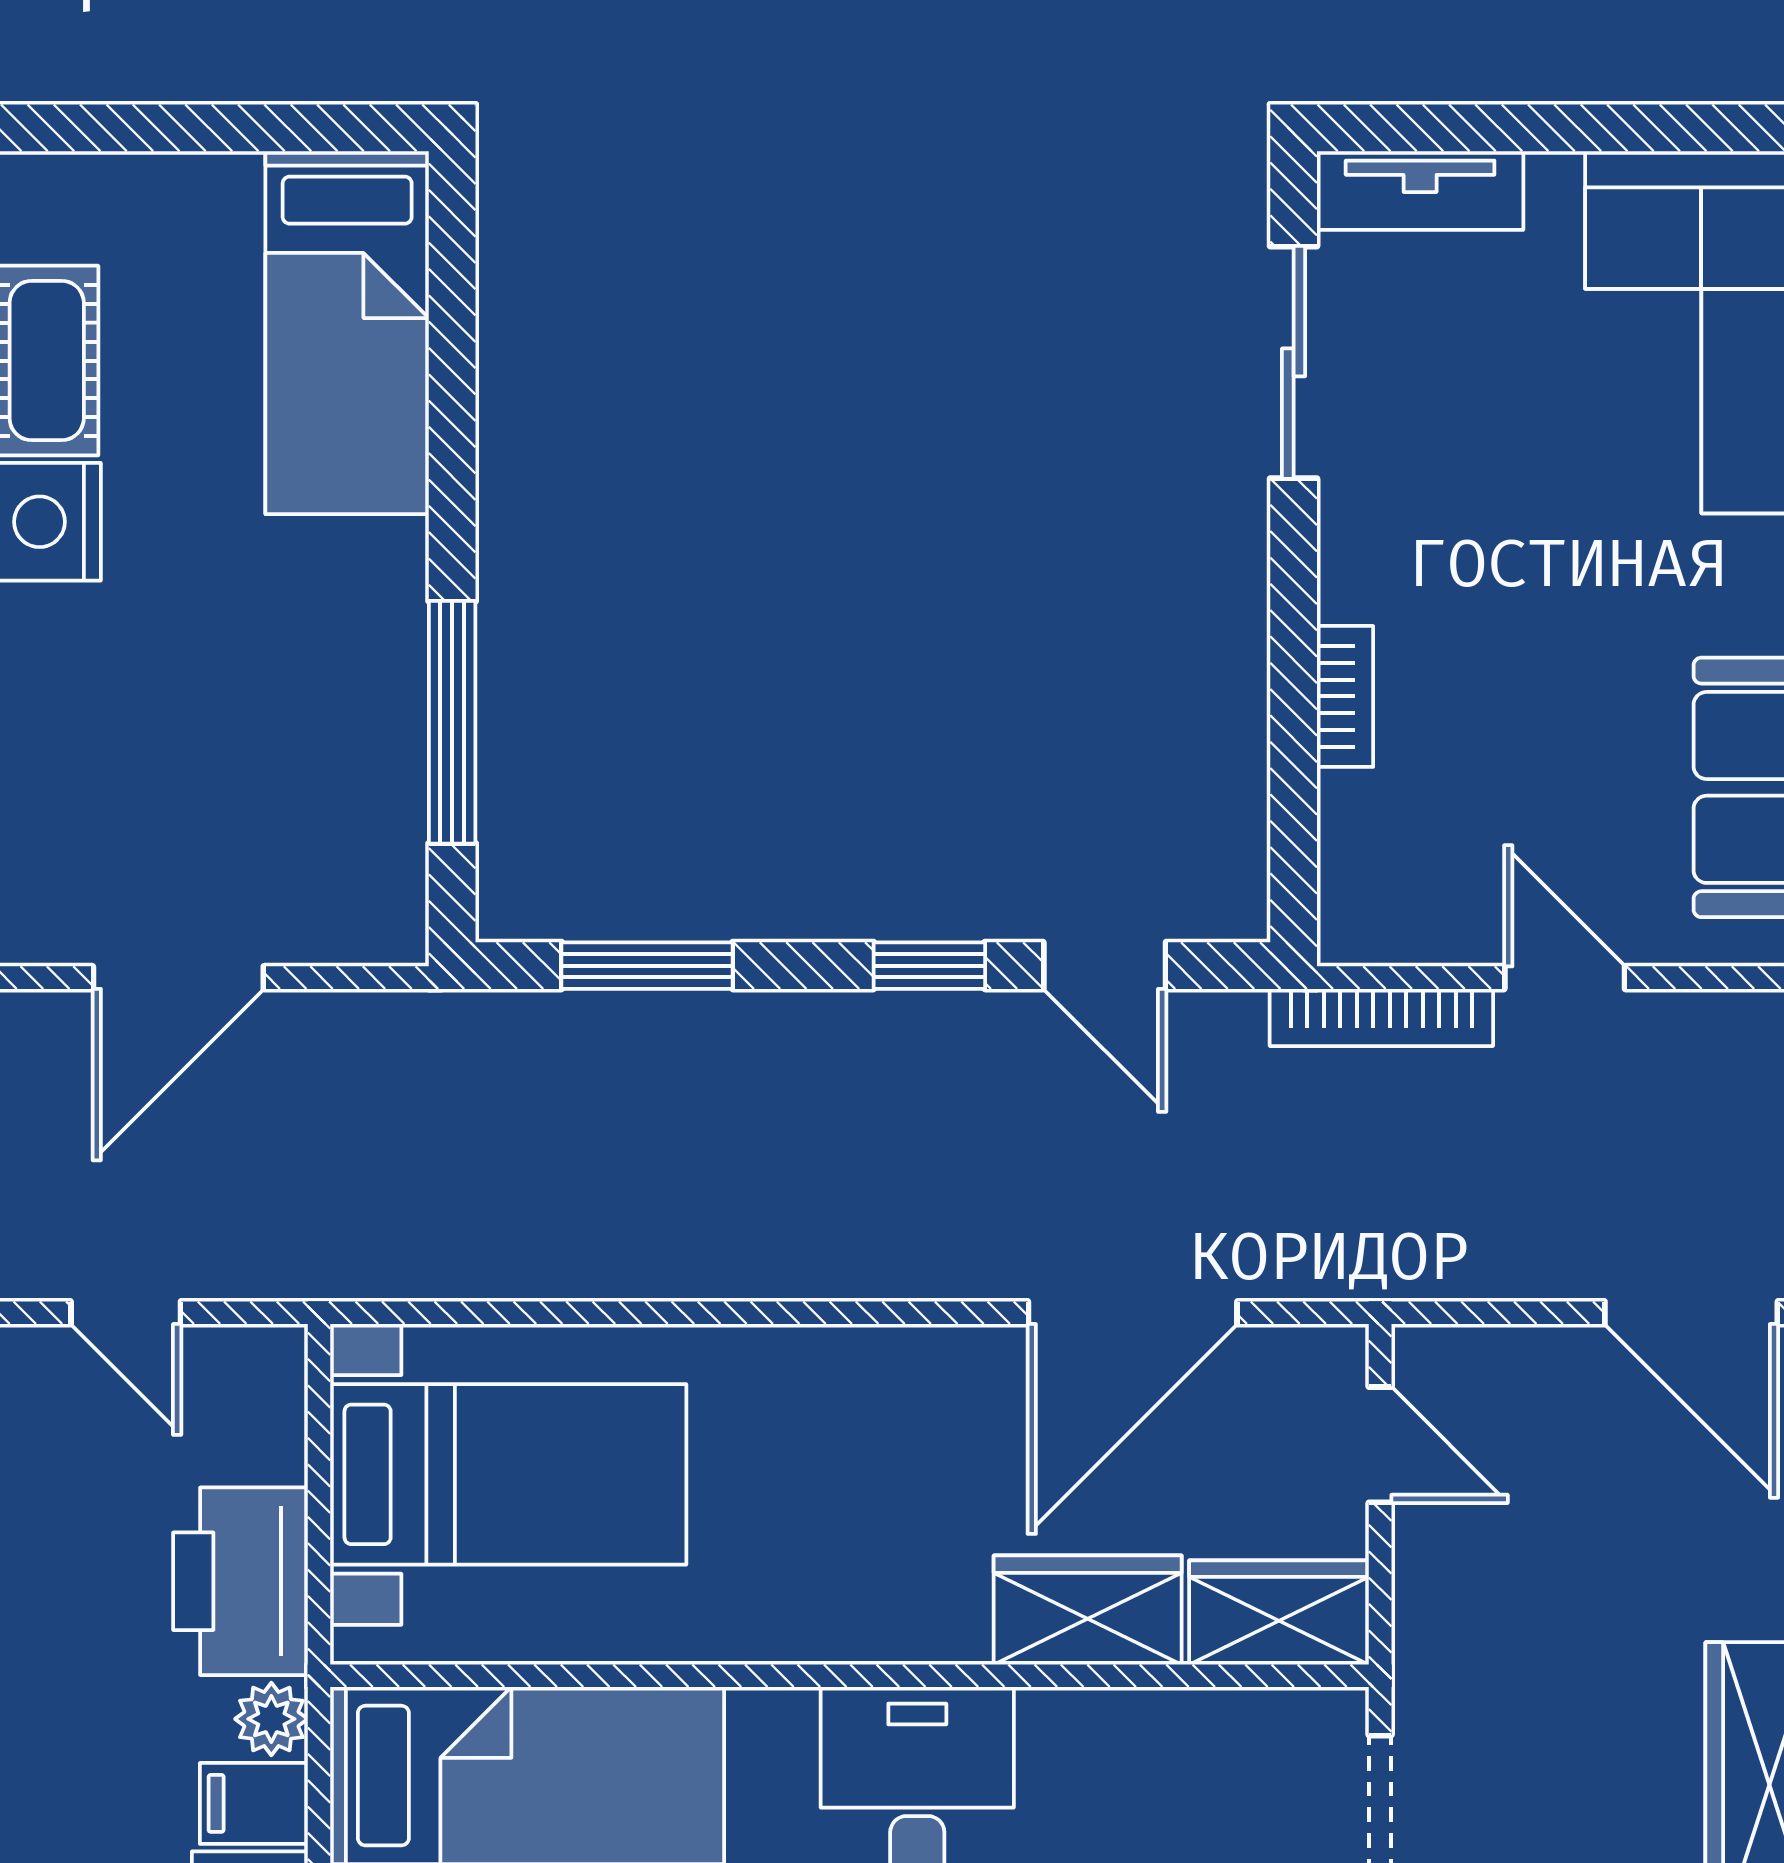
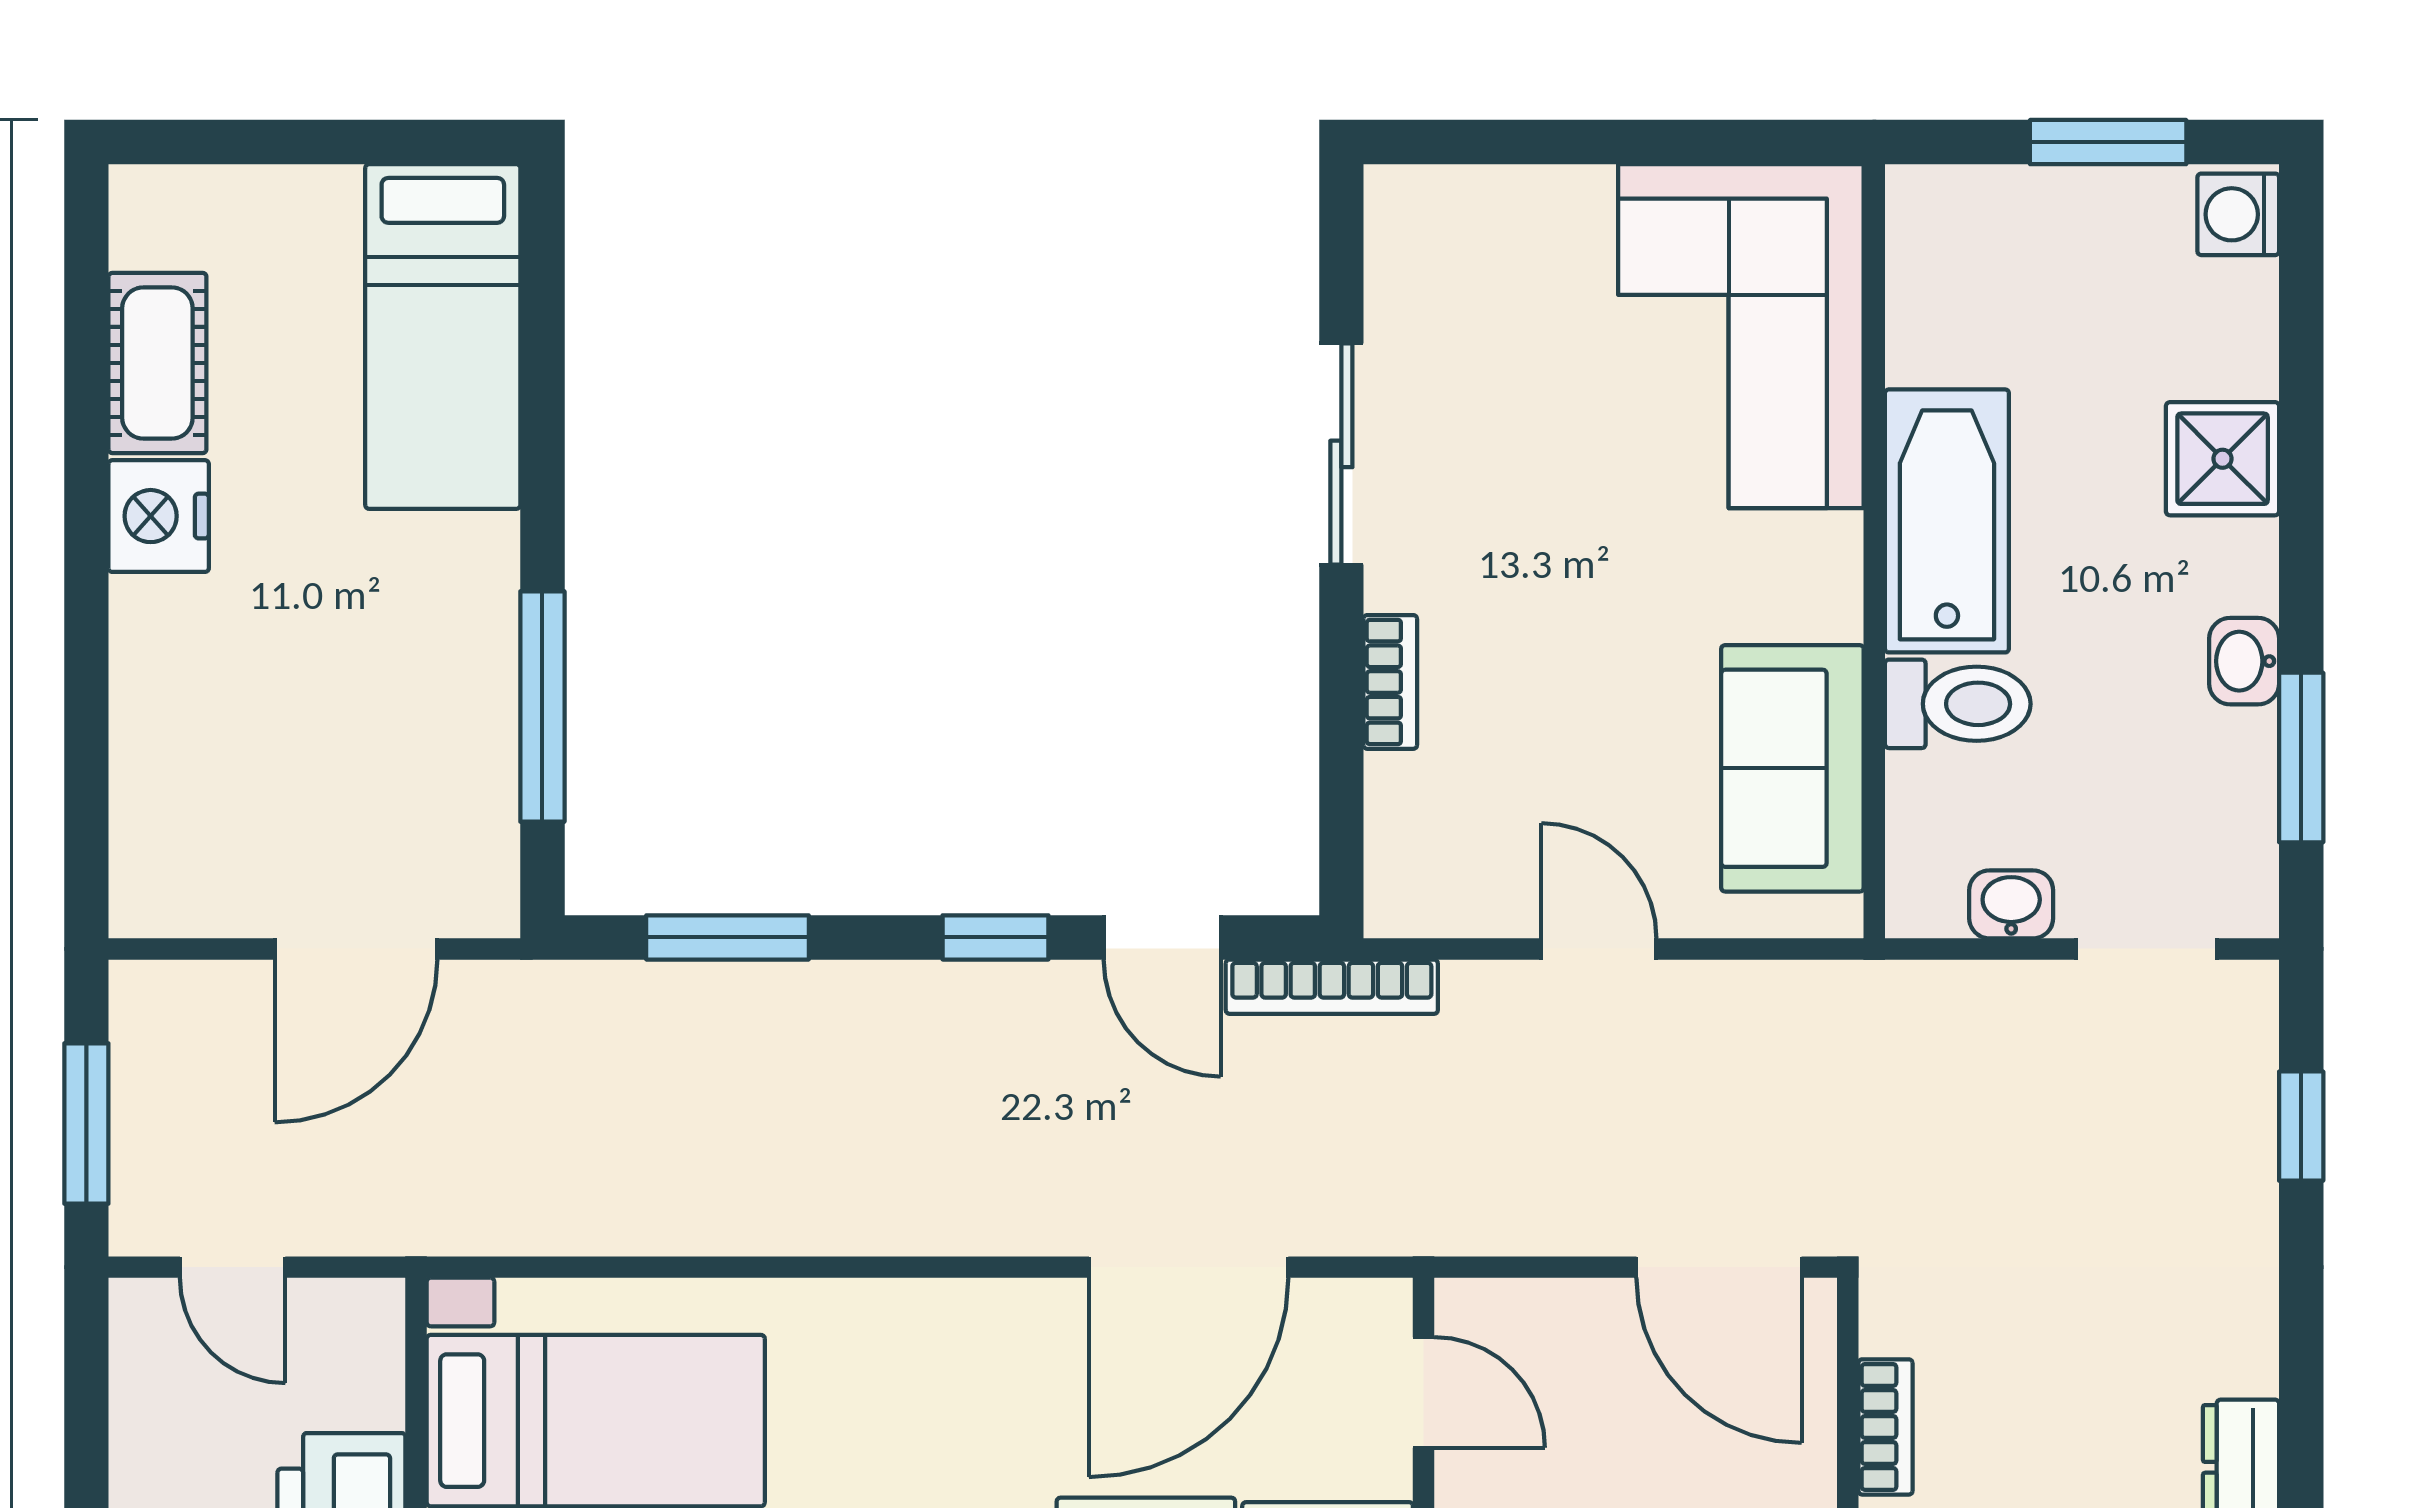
tv unit: (1420, 191) -> (1462, 202), removed
sliding door: (1294, 362) -> (1341, 454), moved
door: (178, 978) -> (356, 949), moved
bookcase: (1381, 1017) -> (1332, 987), moved

